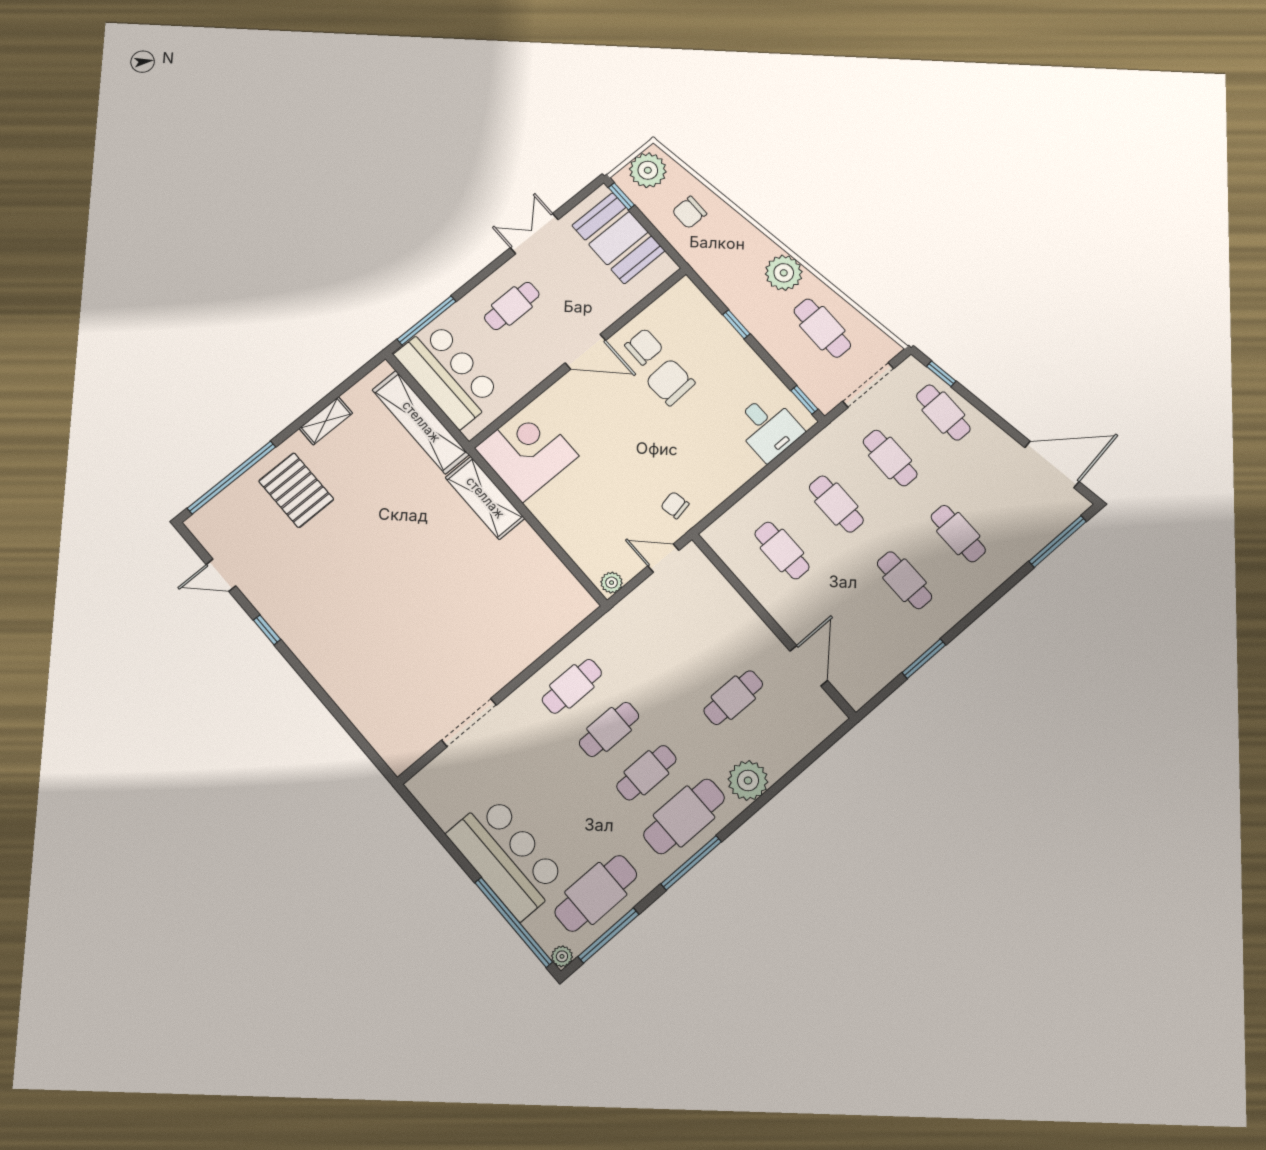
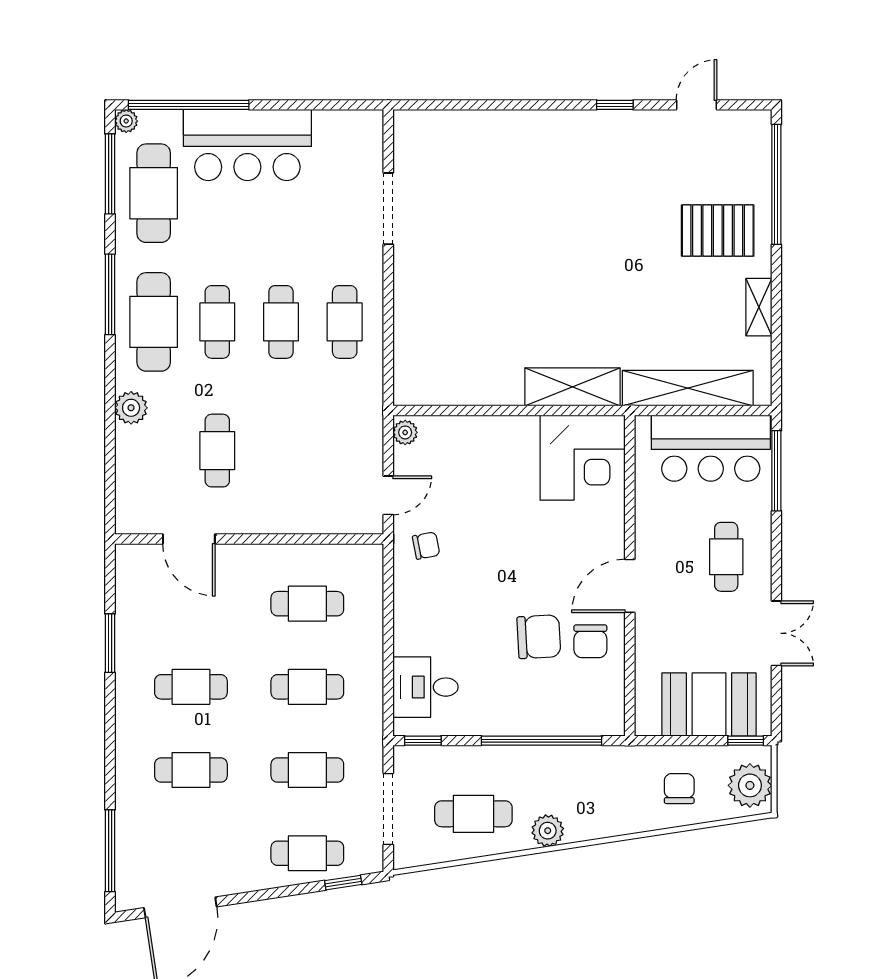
plant: (784, 273) -> (548, 831), width x0.73, depth x0.73
window: (736, 324) -> (541, 741), width x3.17
plant: (748, 781) -> (131, 408), width x0.73, depth x0.73

